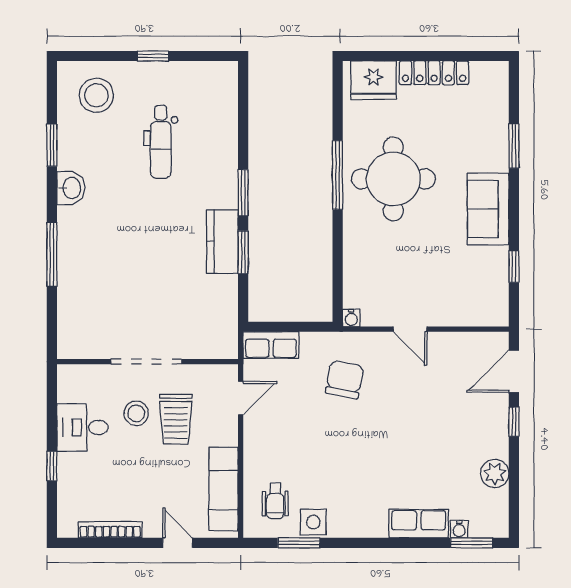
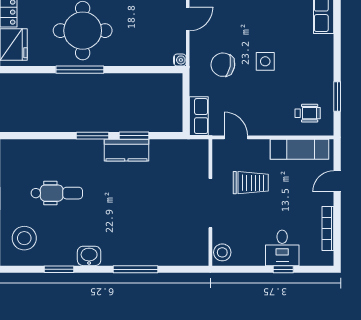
stool: (136, 413) -> (222, 252), moved
desk: (82, 427) -> (282, 248), moved
side table: (313, 522) -> (265, 61), moved

